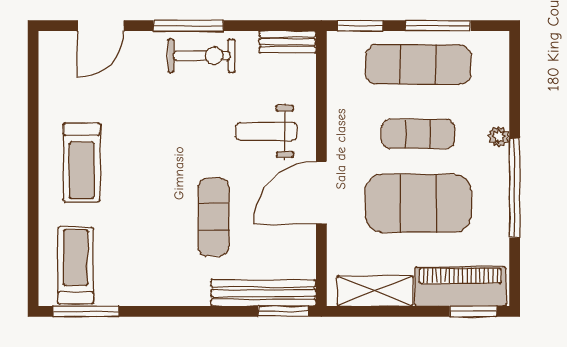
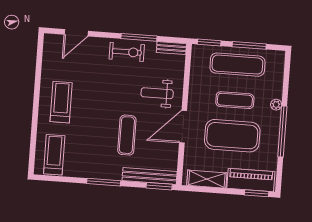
window: (188, 26) -> (139, 37), moved
treadmill: (82, 162) -> (61, 102), turned 180
window: (86, 311) -> (104, 182), moved

